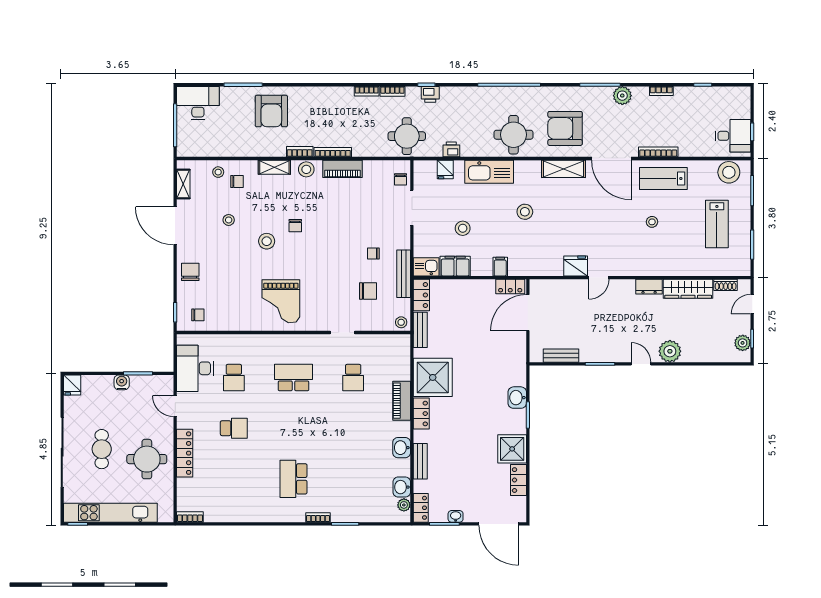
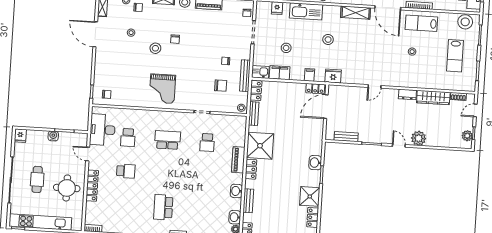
fridge: (576, 266) -> (333, 76), moved
chair: (190, 272) -> (103, 65), removed

